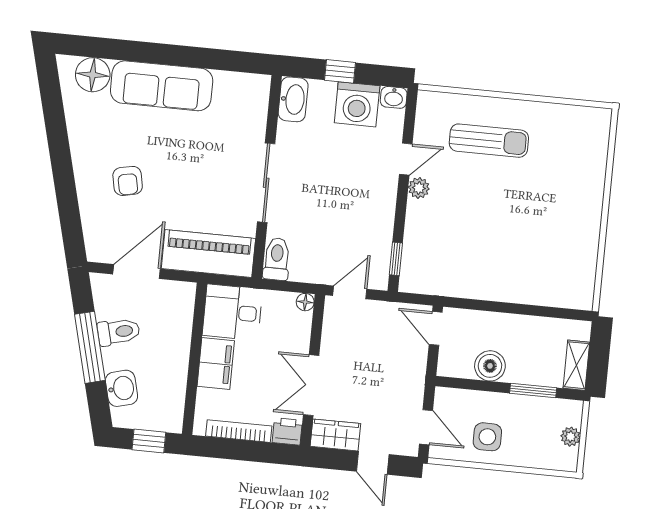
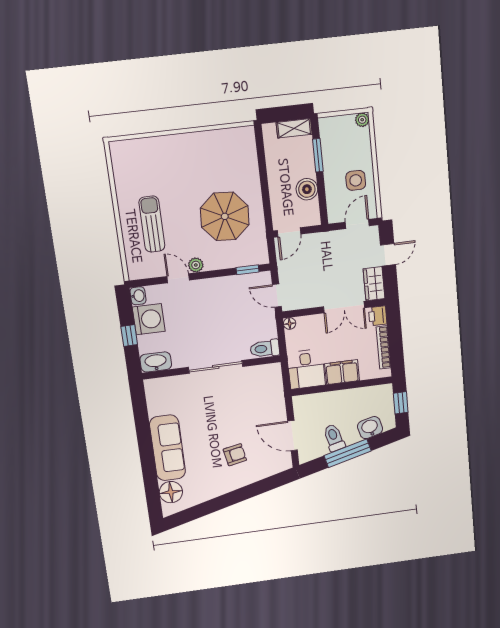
parasol: (477, 243) -> (225, 216), added
piano: (208, 254) -> (271, 393), removed
plant: (571, 437) -> (362, 120), moved

